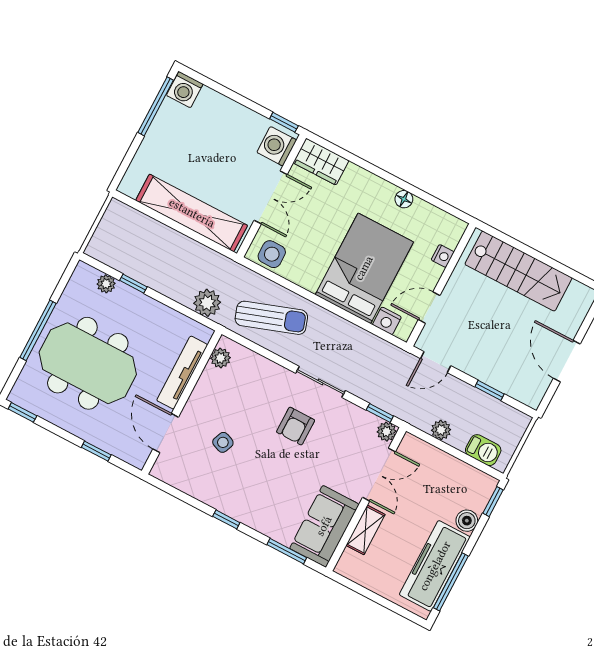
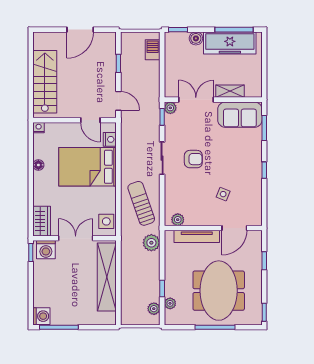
nightstand: (443, 256) -> (39, 128), moved
plant: (441, 430) -> (154, 309), moved

